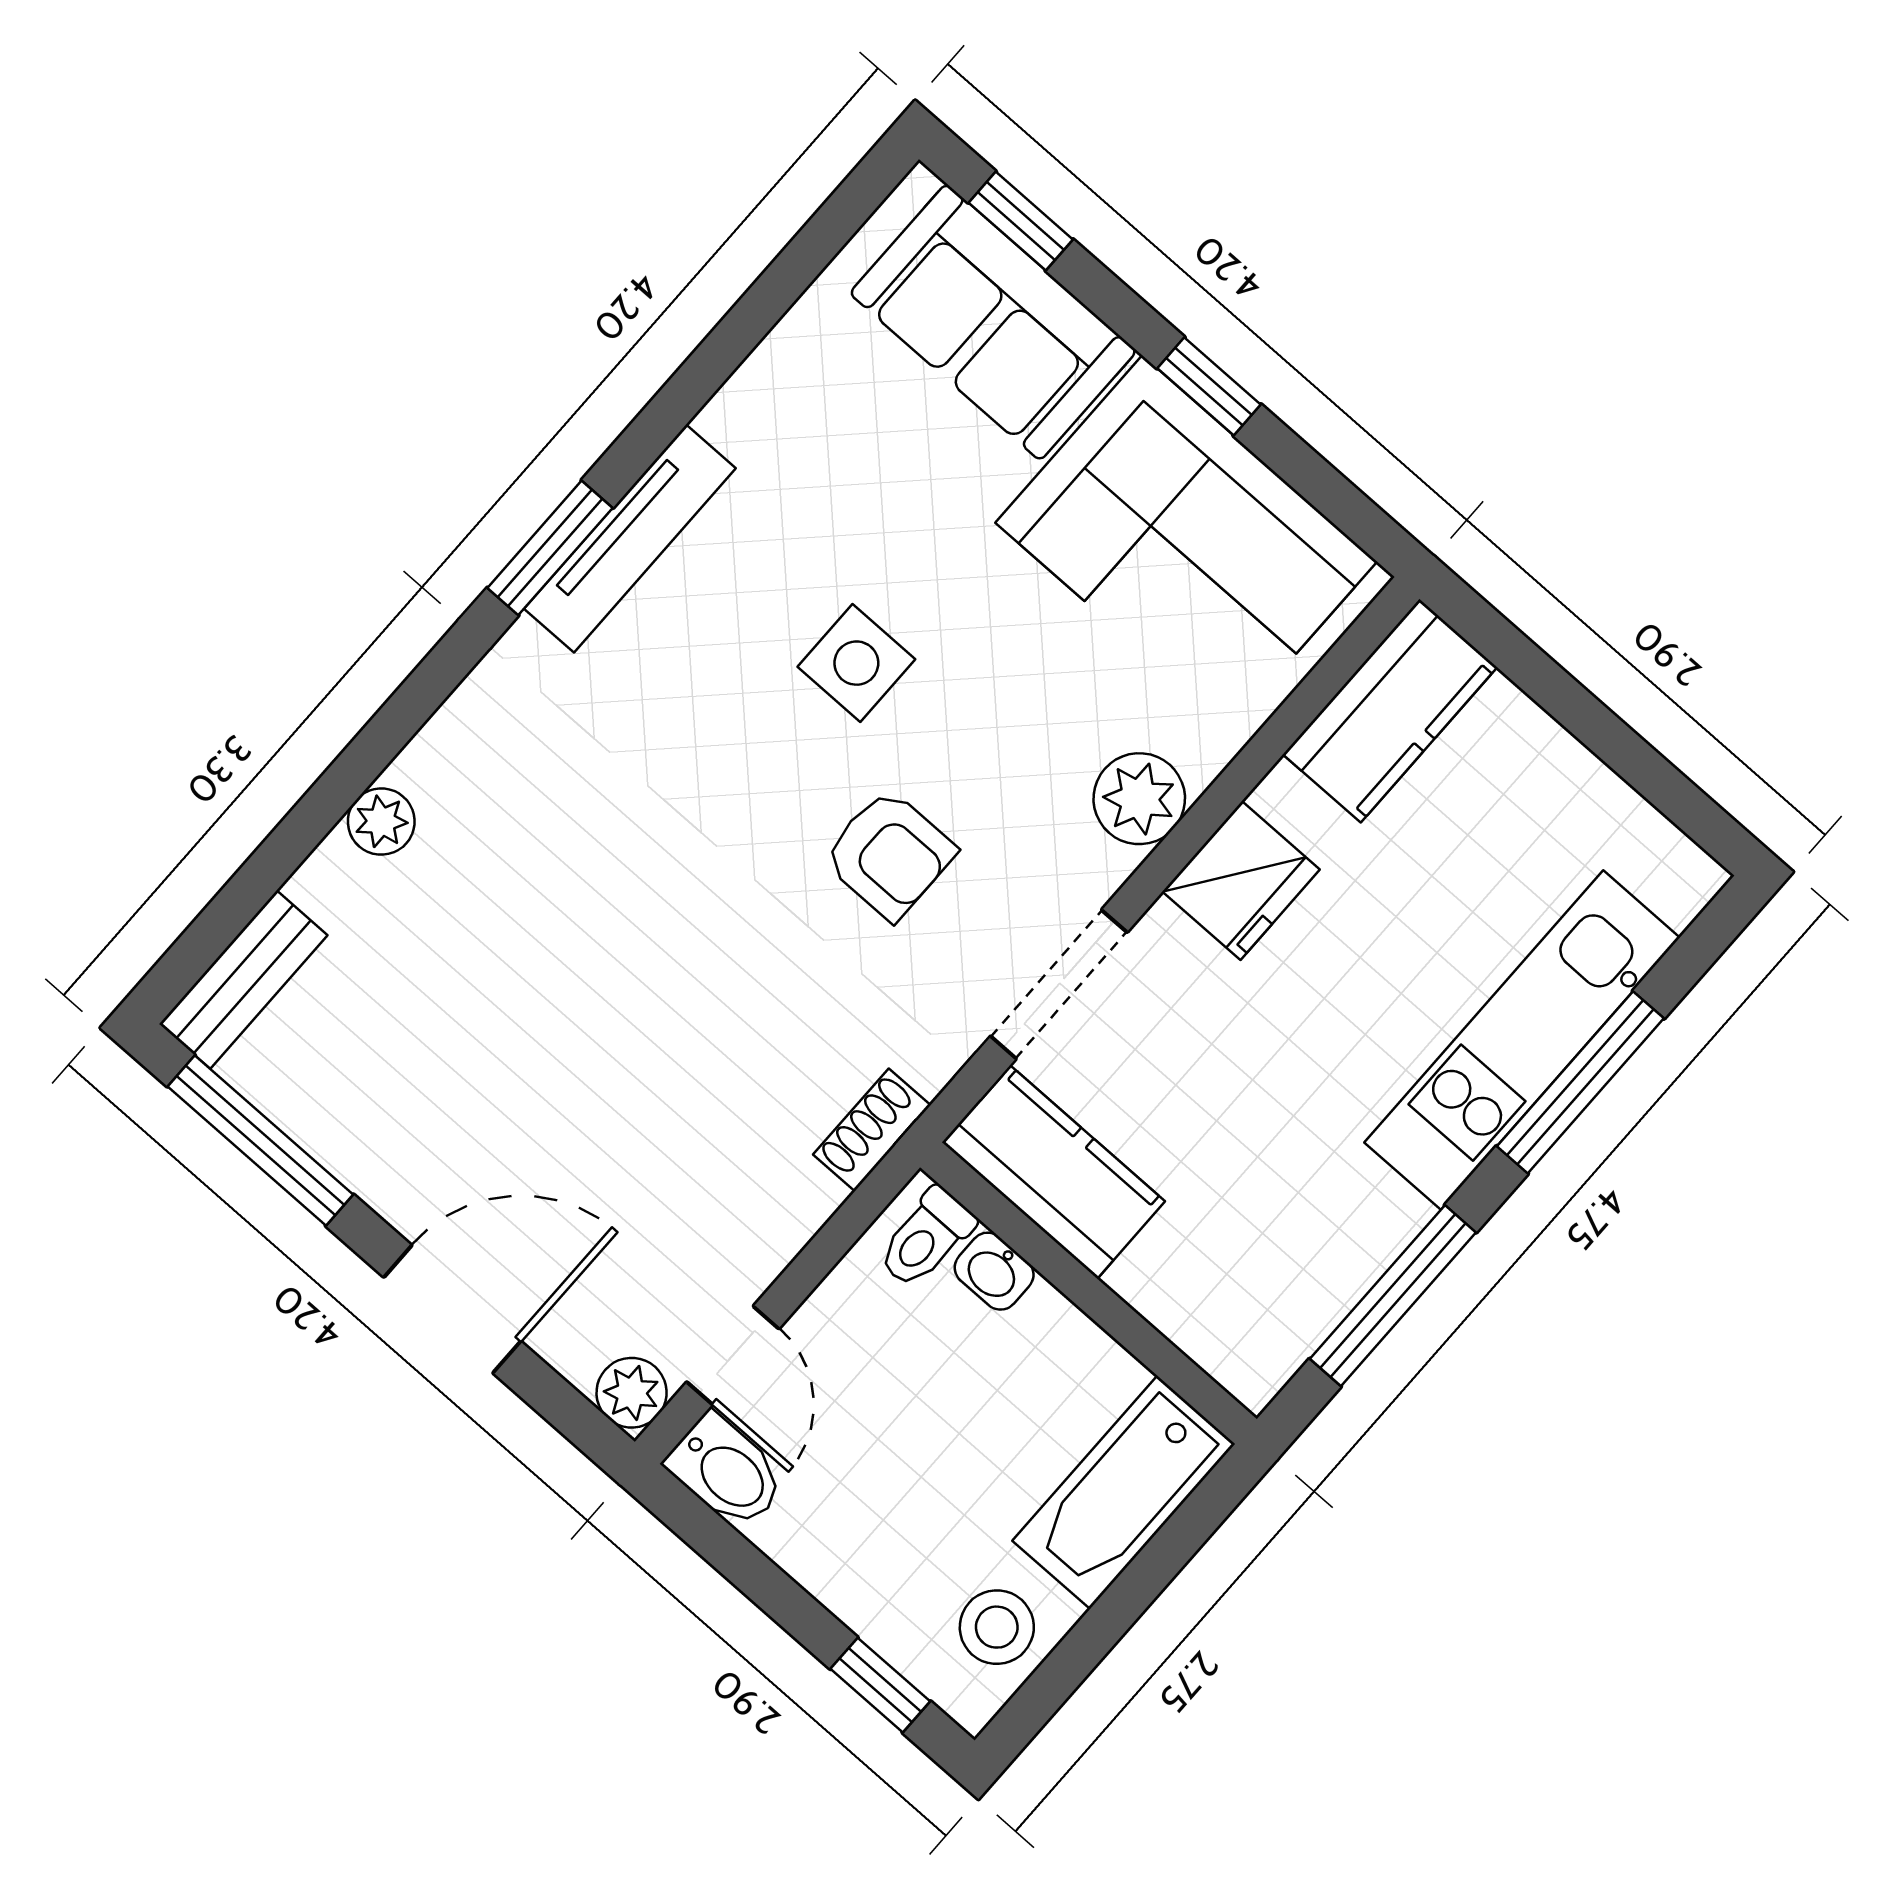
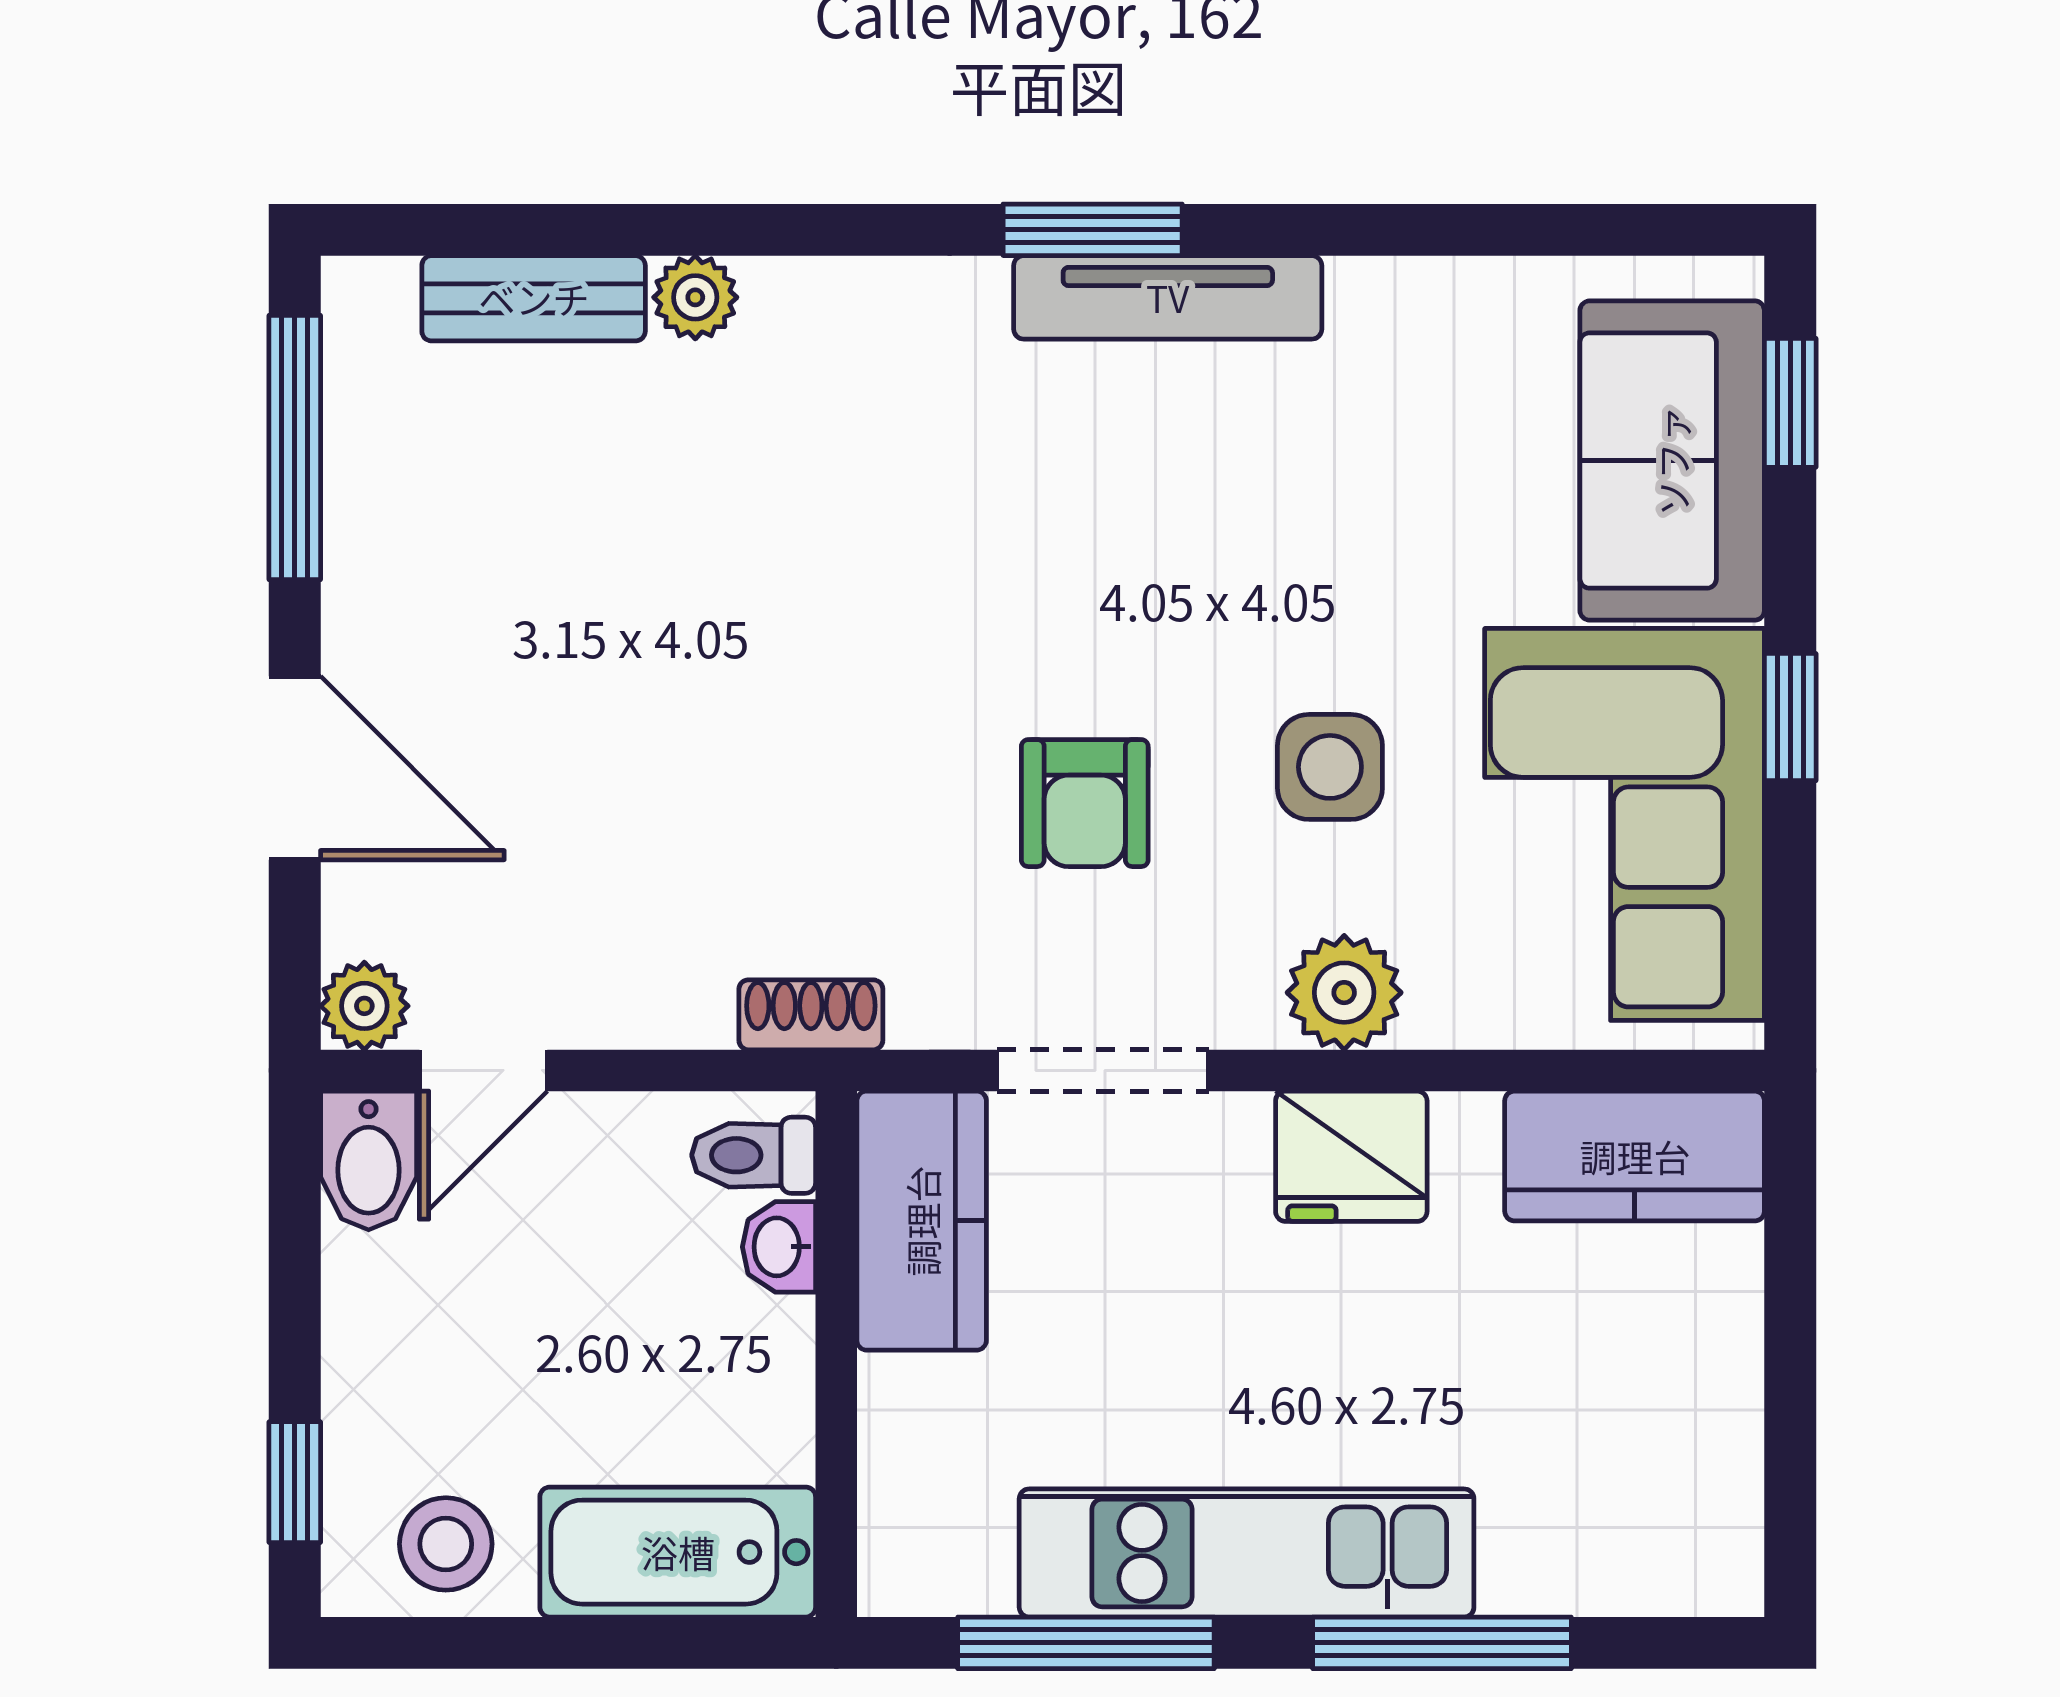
side table: (856, 663) -> (1330, 767), moved
bench: (243, 980) -> (534, 298), moved
kitchen unit: (1522, 1040) -> (1247, 1553), moved

